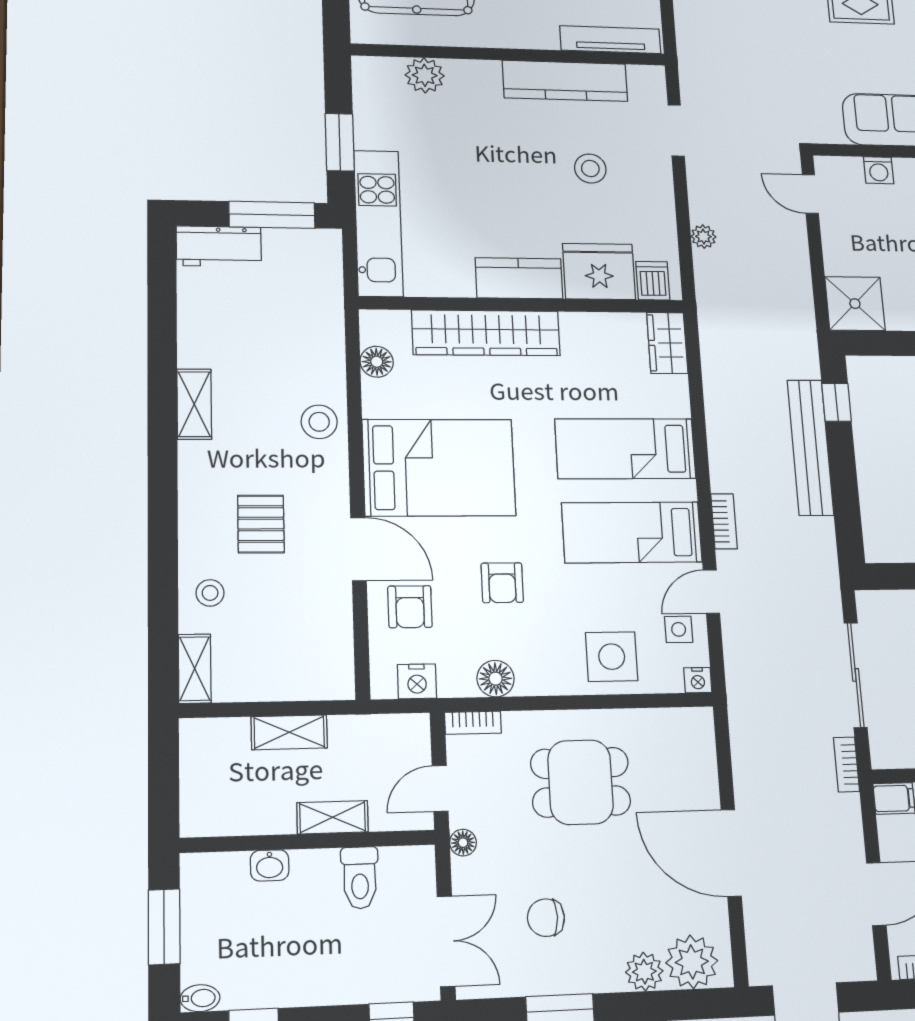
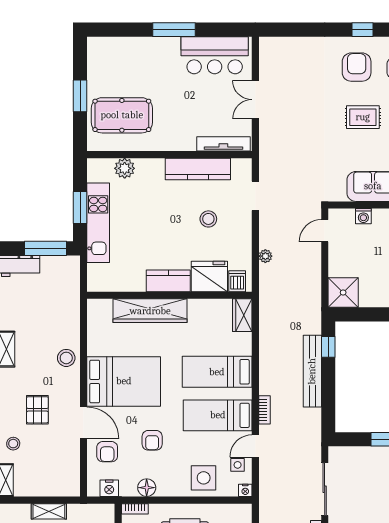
door: (810, 194) -> (325, 231), hinge flipped
kitchen unit: (378, 223) -> (98, 223), moved
floor lamp: (377, 362) -> (95, 326), removed

